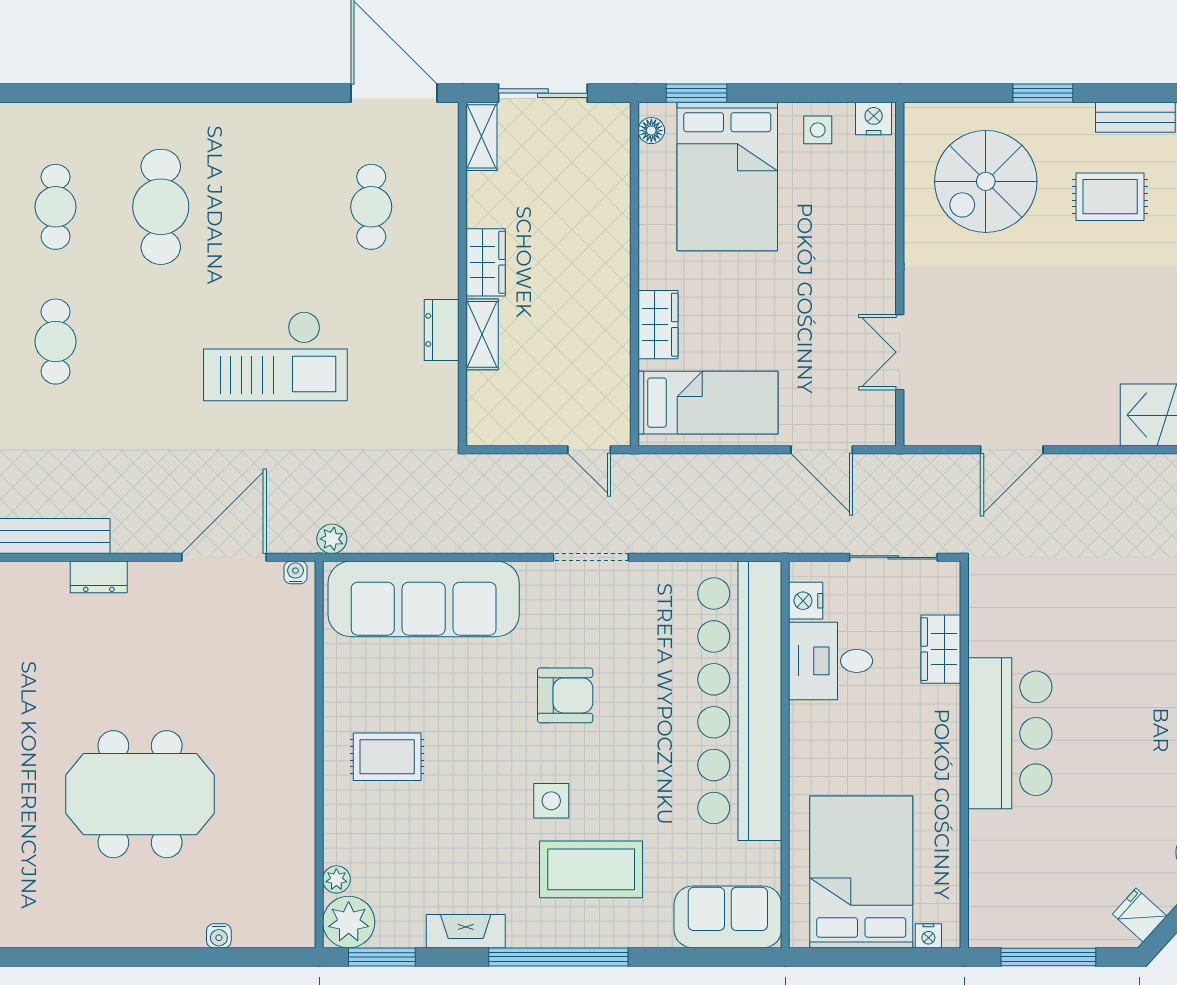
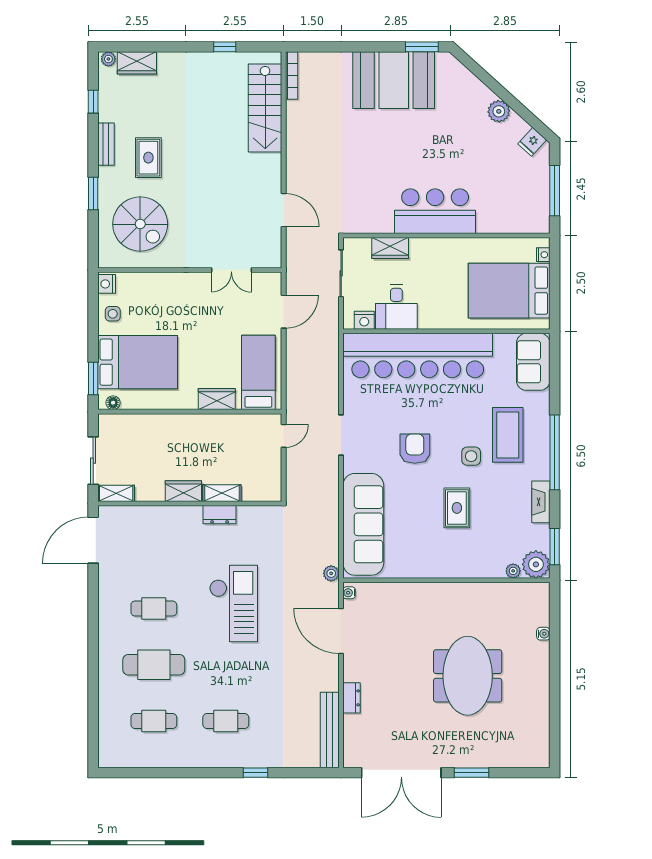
cafe table: (371, 207) -> (154, 609), moved
rug: (387, 757) -> (457, 508), moved

